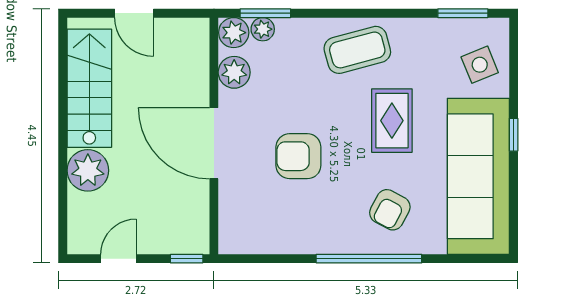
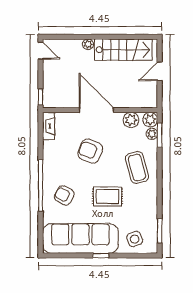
coffee table: (357, 50) -> (137, 167), moved
door: (214, 143) -> (96, 110), hinge flipped
armchair: (298, 156) -> (90, 151), turned -68
plant: (88, 170) -> (88, 44), width x0.53, depth x0.53
fireplace: (247, 242) -> (49, 126), added
door: (118, 259) -> (41, 51), moved

